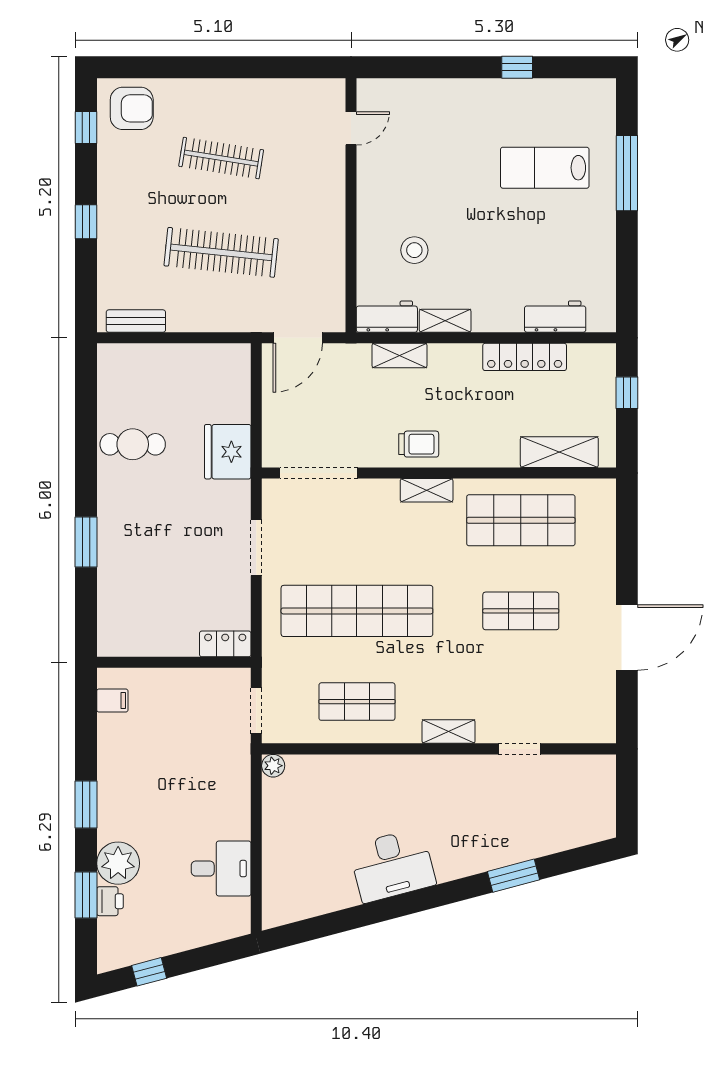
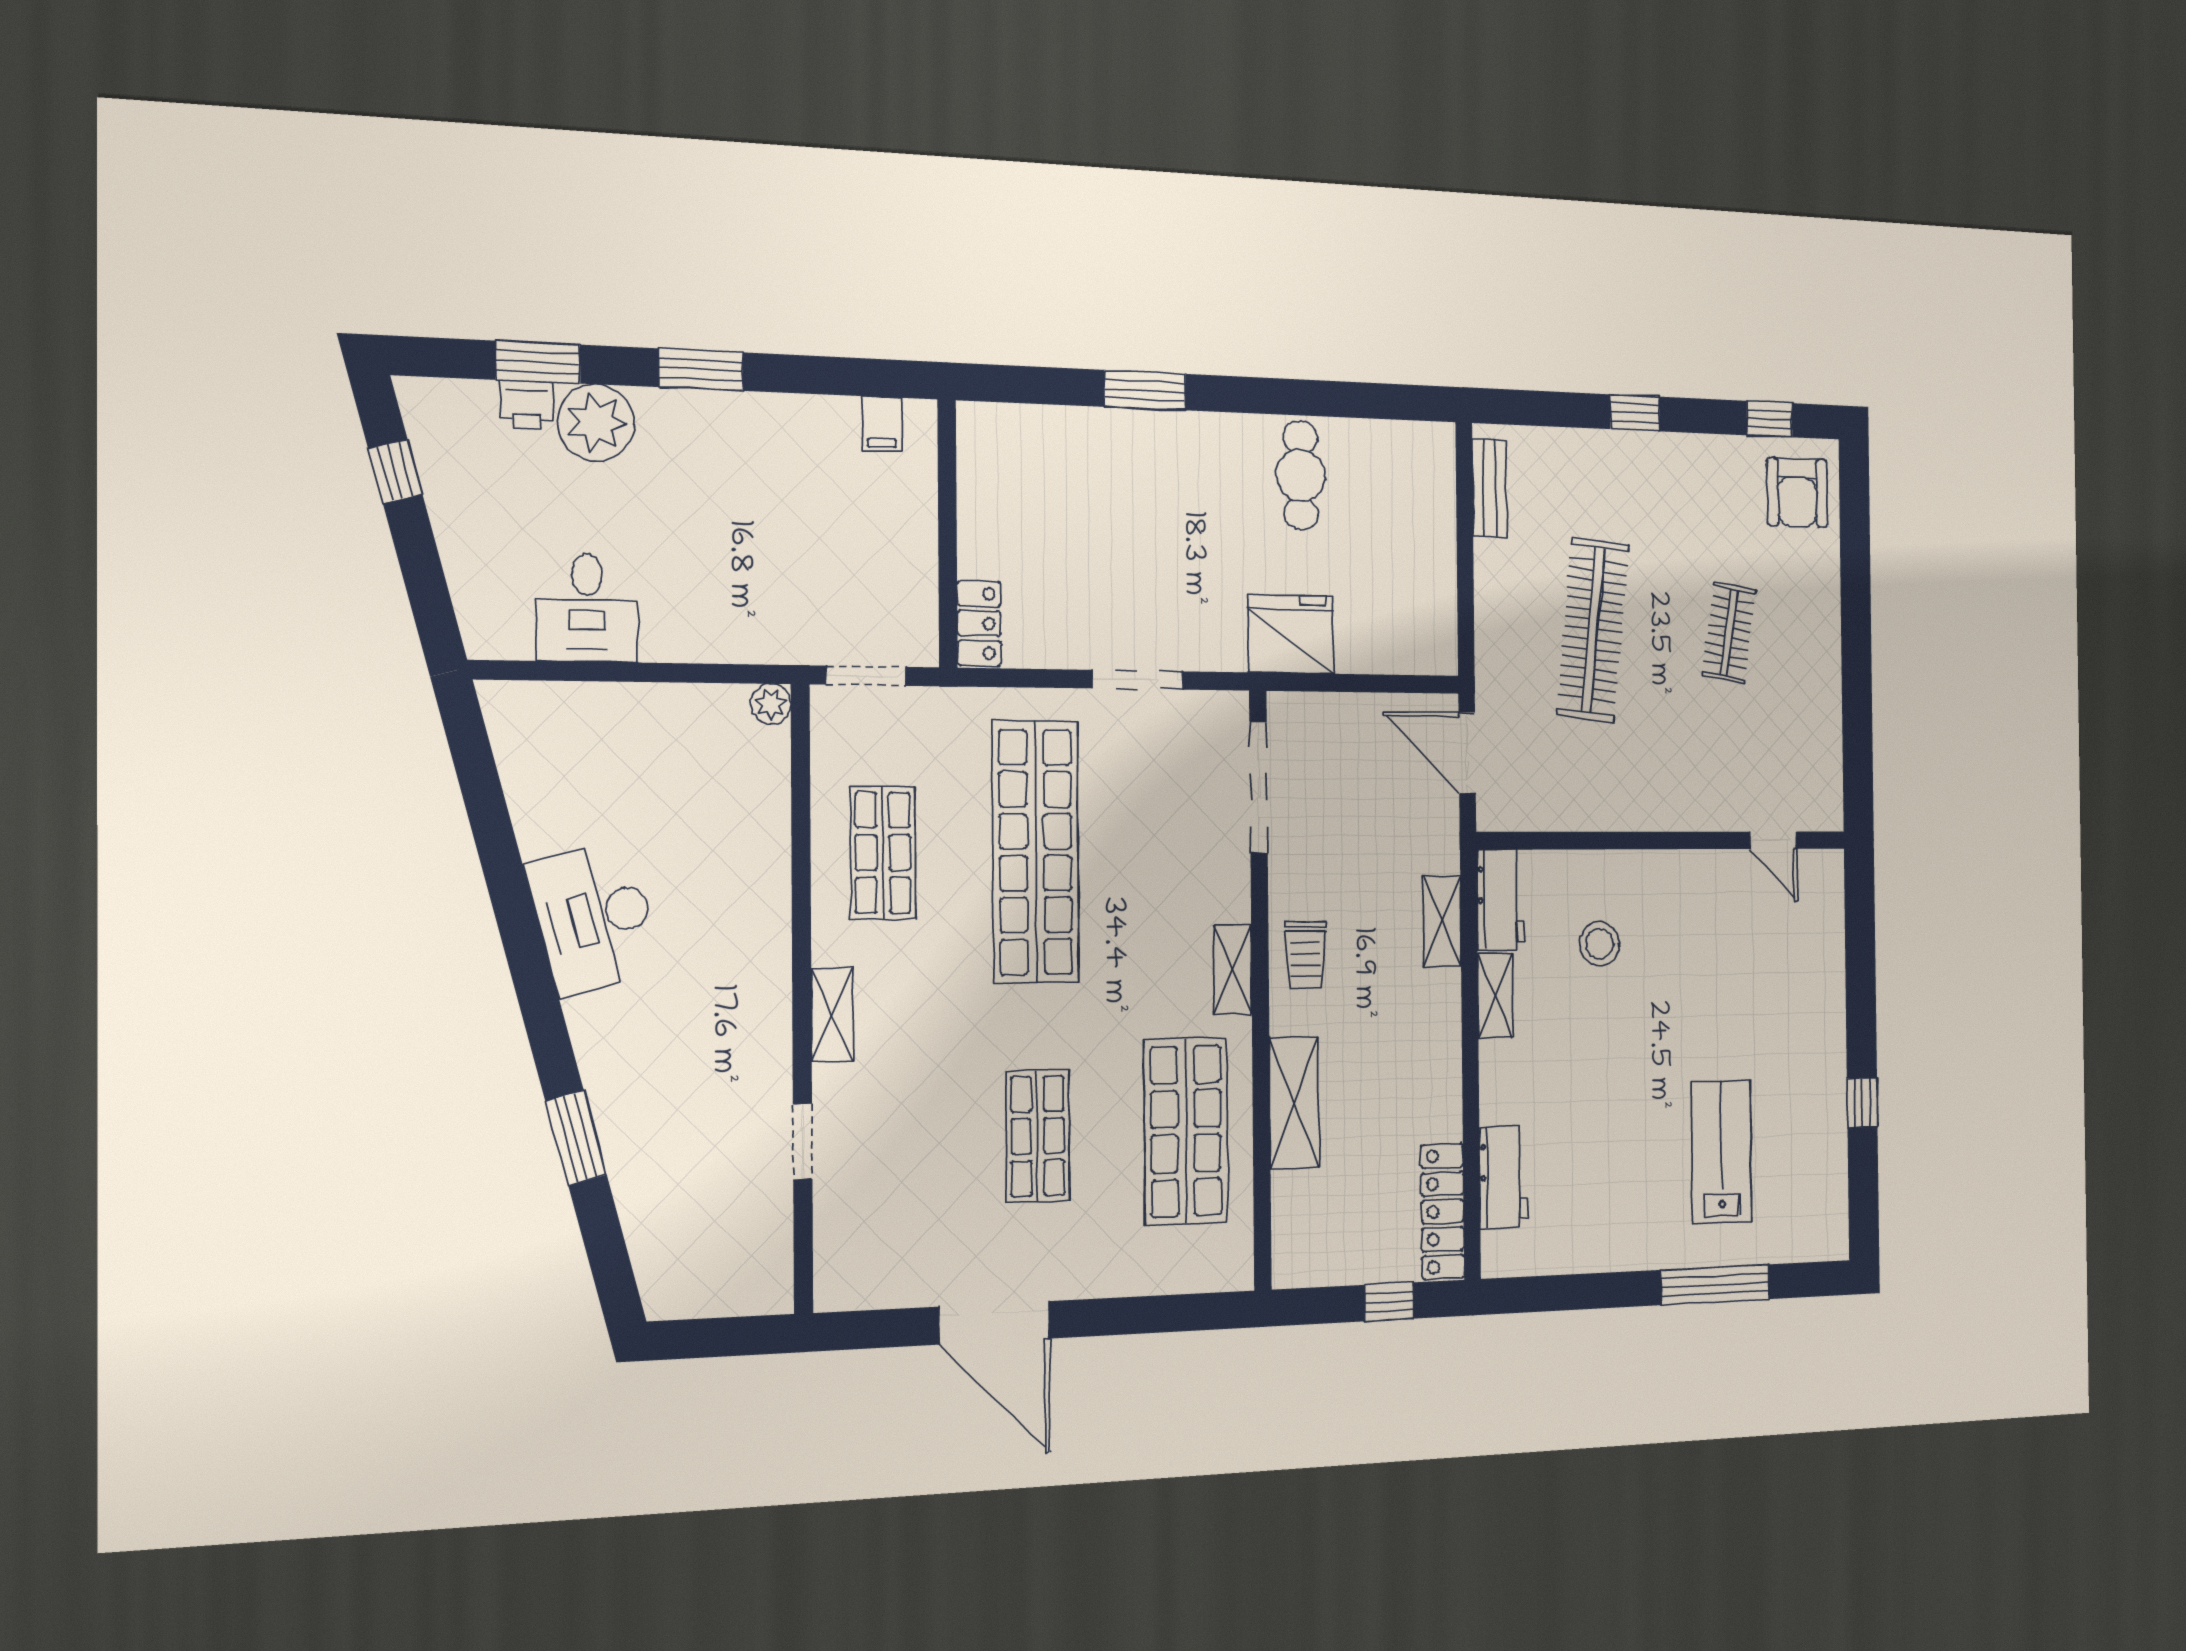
clothes rail: (221, 158) -> (1729, 633), width x0.73
locker: (525, 357) -> (1443, 1212), moved
shelving: (559, 452) -> (1294, 1103), moved

